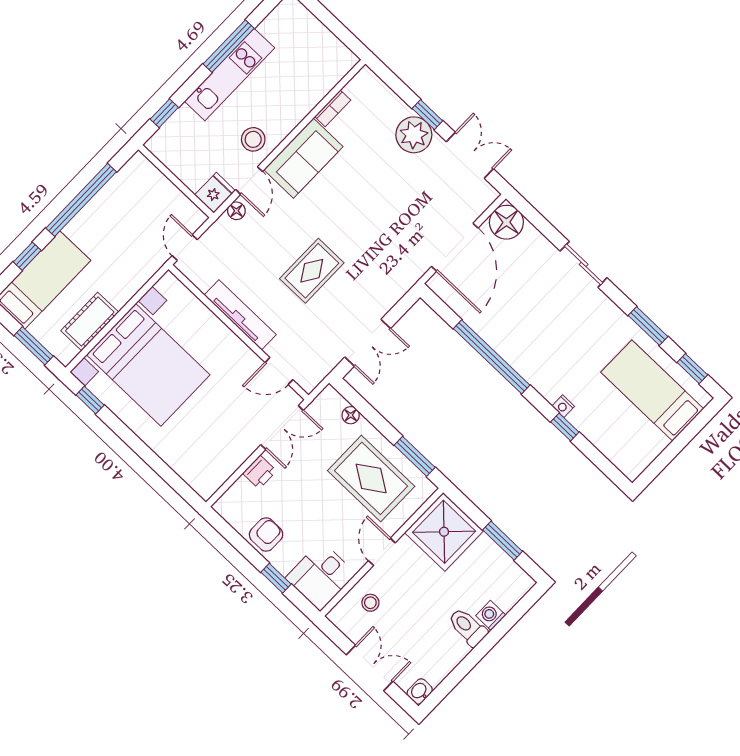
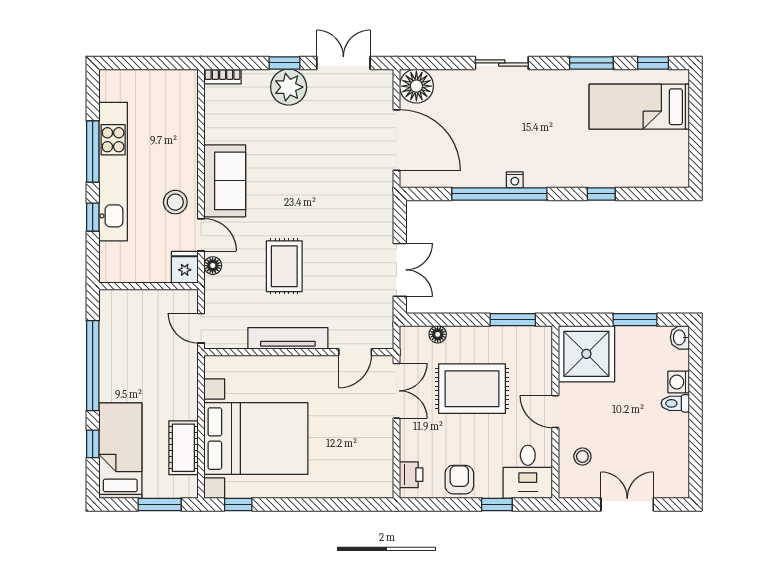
kitchen unit: (229, 75) -> (113, 172), width x1.36
bookcase: (333, 108) -> (223, 77), moved, turned 90
window: (164, 113) -> (93, 217), moved
rug: (312, 271) -> (284, 266), moved
nightstand: (563, 406) -> (515, 180), moved
printer: (260, 472) -> (411, 475), moved
rug: (371, 478) -> (472, 389), moved
toilet: (468, 627) -> (675, 403), width x0.73, depth x0.72
washbasin: (420, 691) -> (680, 337), moved

